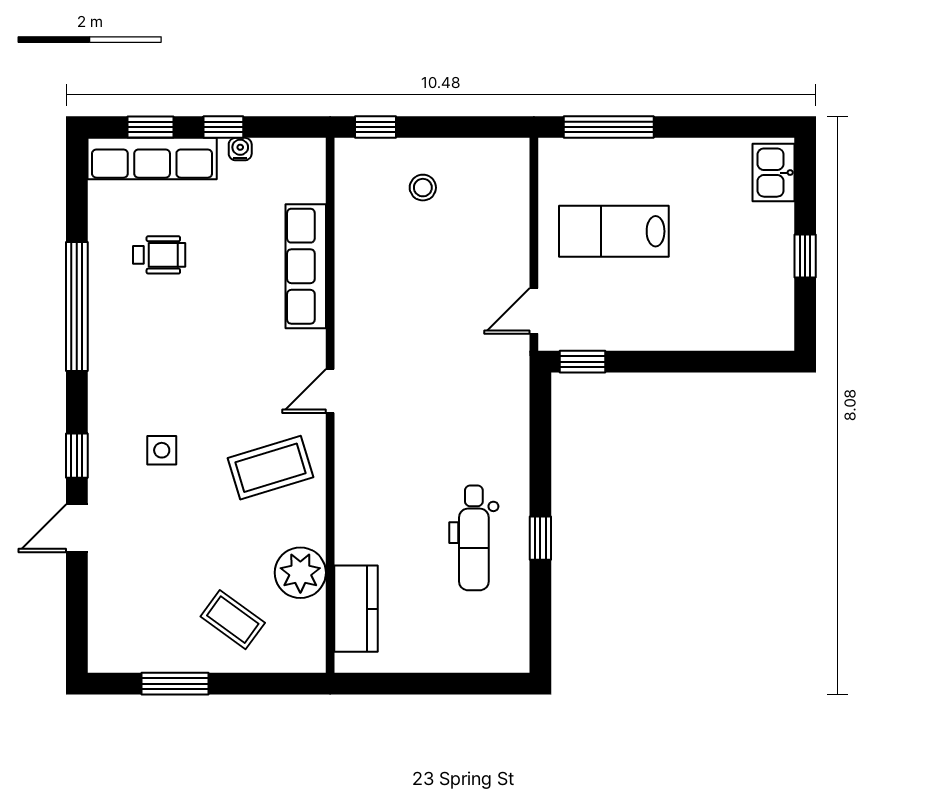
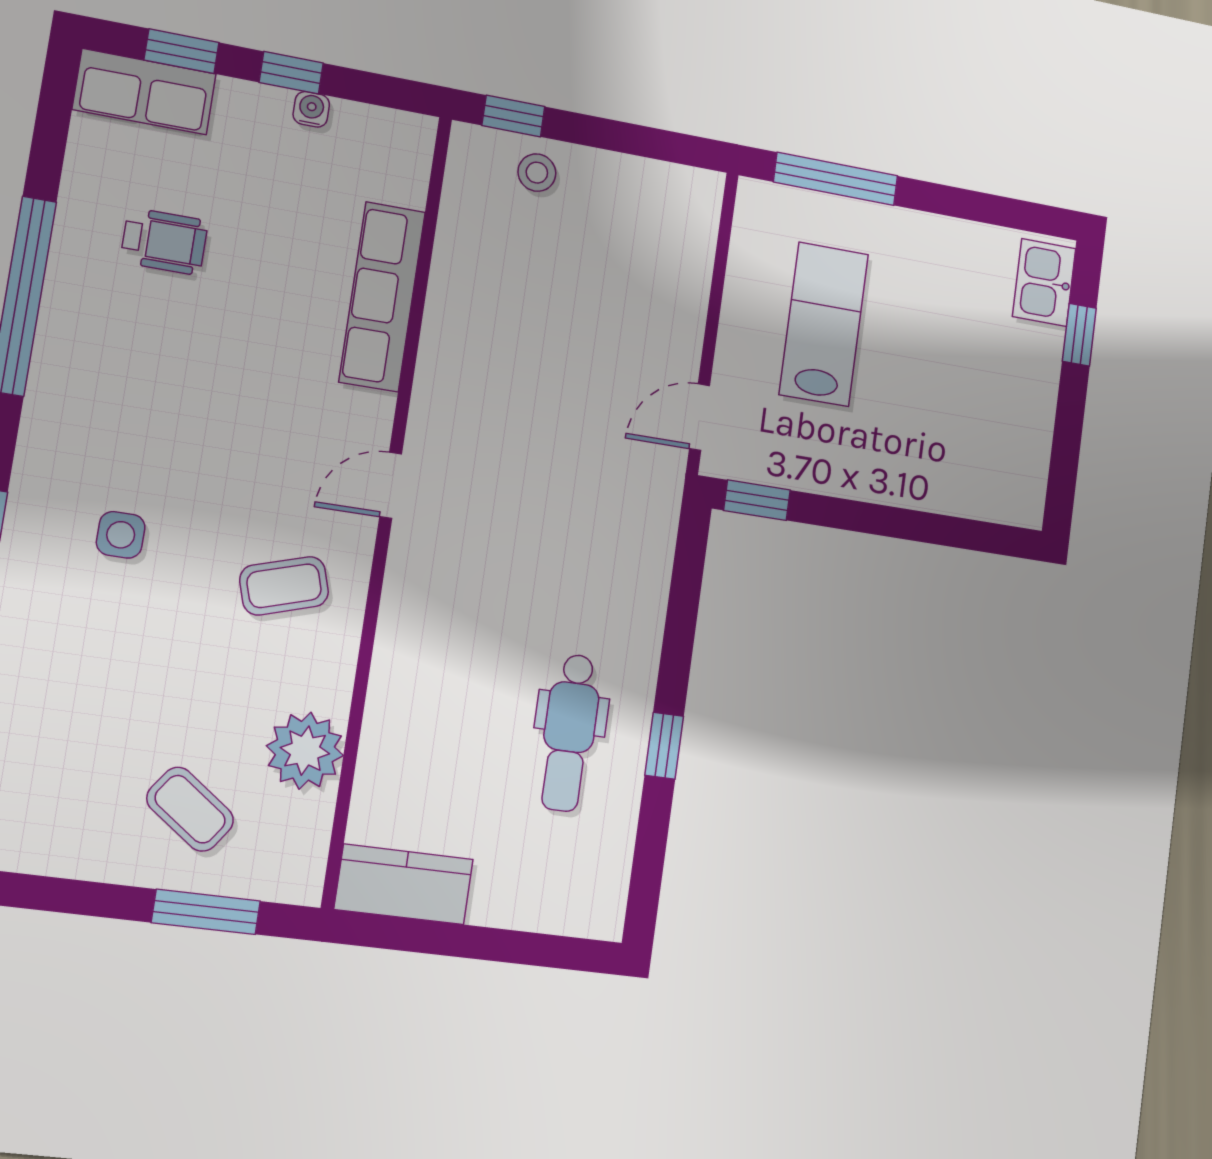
row of seats: (152, 159) -> (144, 92), width x0.68
stool: (423, 188) -> (537, 173), moved
lab bench: (614, 231) -> (824, 324), turned 90
window: (805, 256) -> (1079, 335), moved
coffee table: (271, 468) -> (284, 586), width x0.73, depth x0.77
kitchen counter: (356, 609) -> (404, 884), moved, turned -90
window: (175, 684) -> (206, 912), moved

